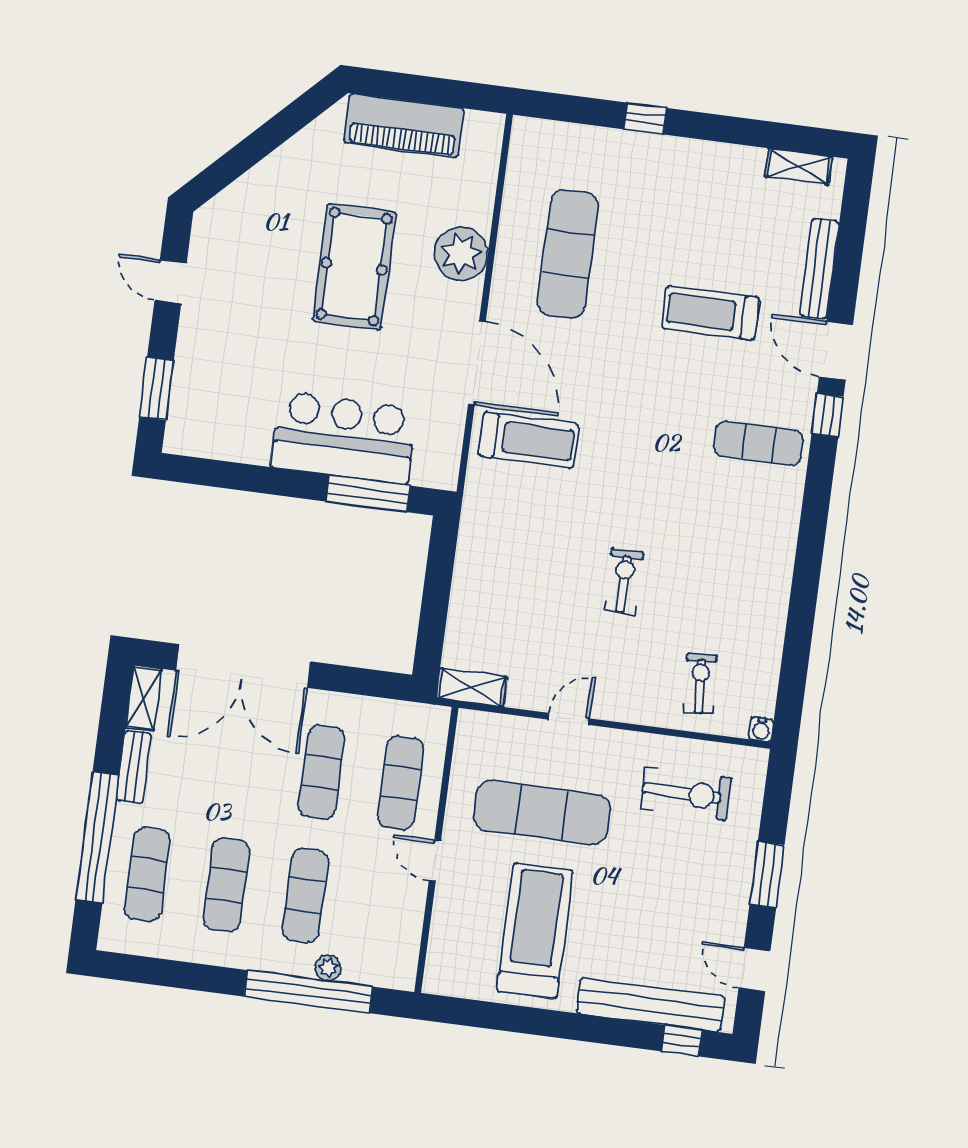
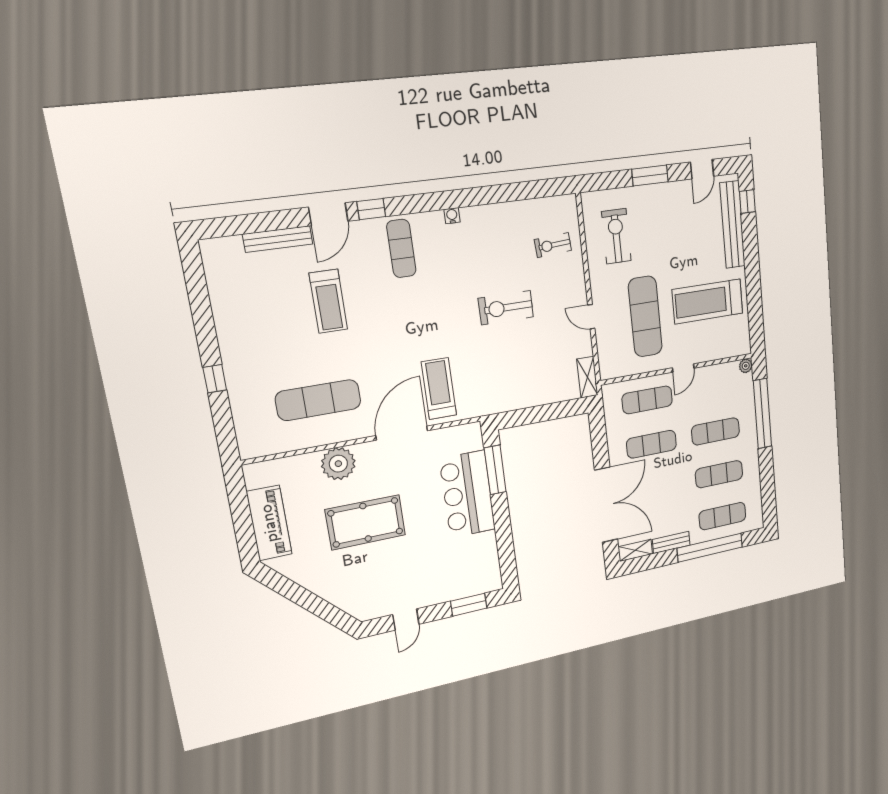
shelving: (799, 167) -> (214, 271), removed
exercise bike: (624, 581) -> (506, 308), width x1.38, depth x1.39
water cooler: (761, 729) -> (452, 216), moved, turned -90
plant: (328, 968) -> (746, 366), moved

